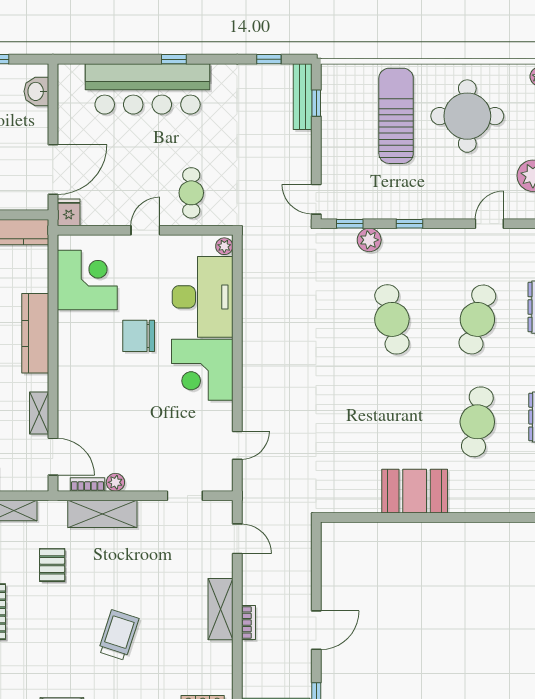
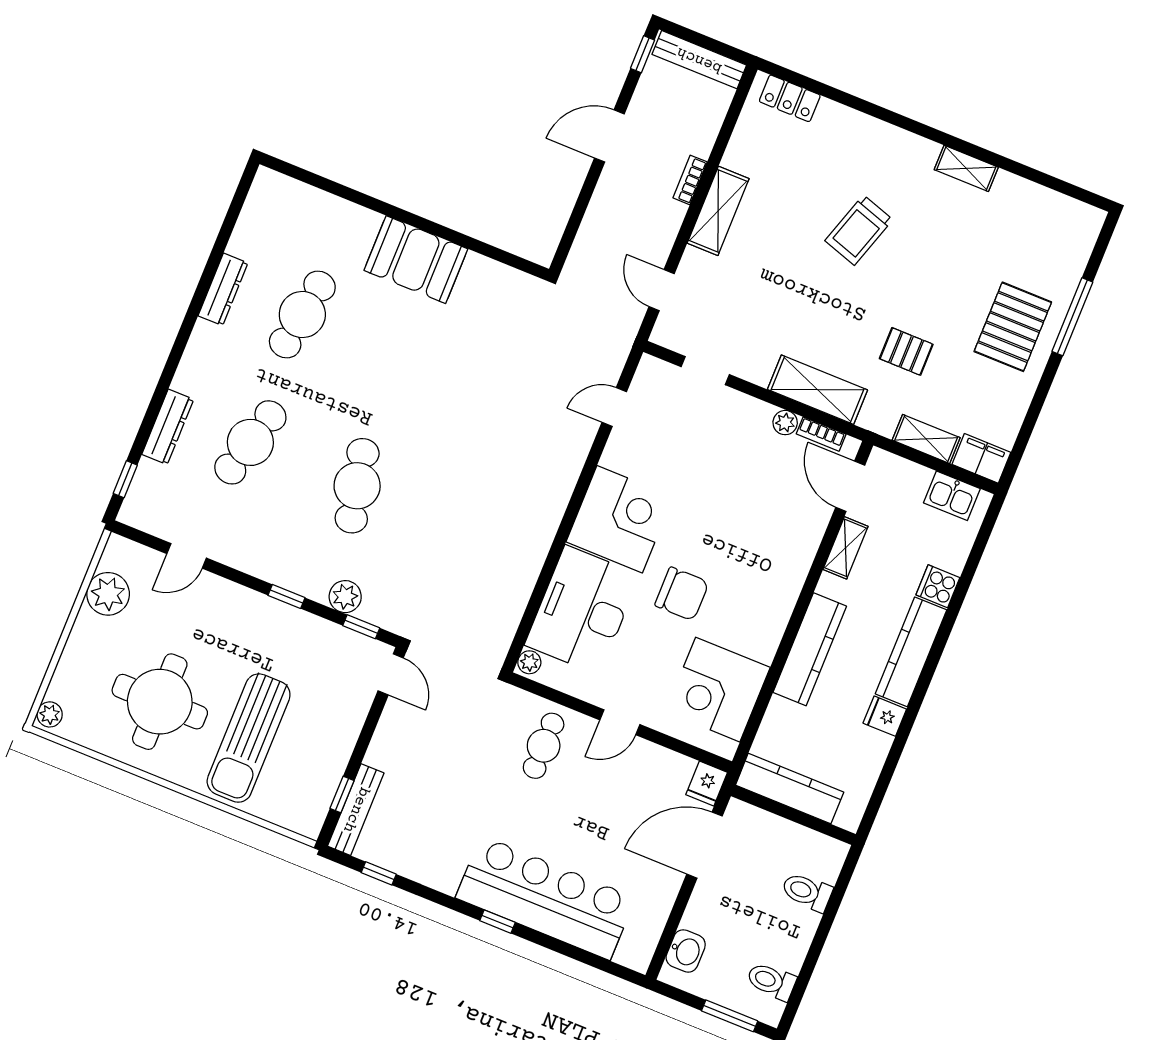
pallet: (52, 565) -> (906, 351), turned 90

